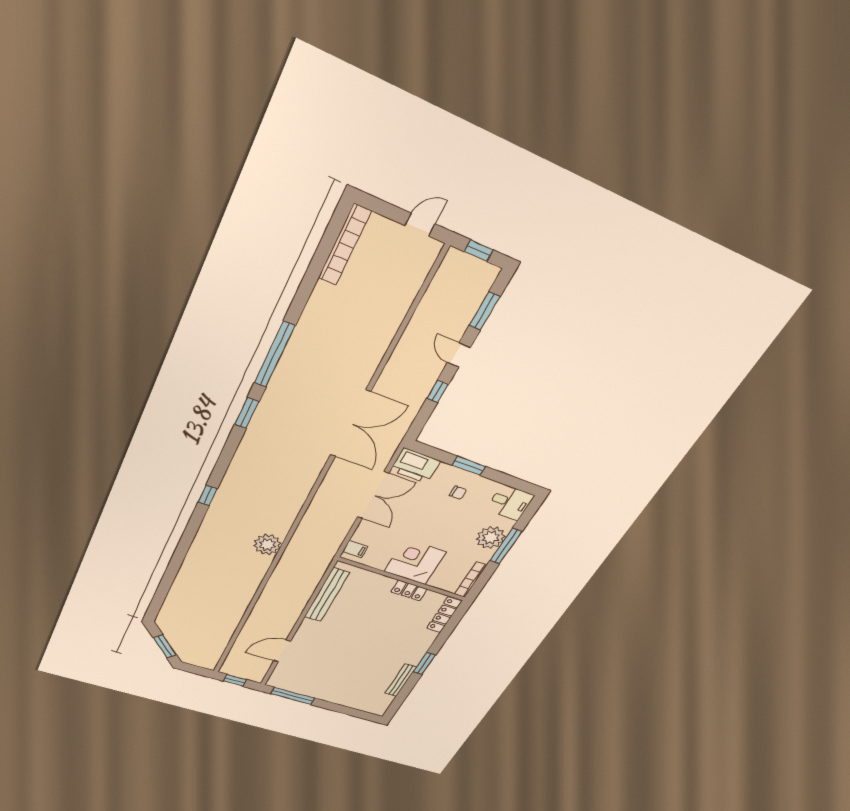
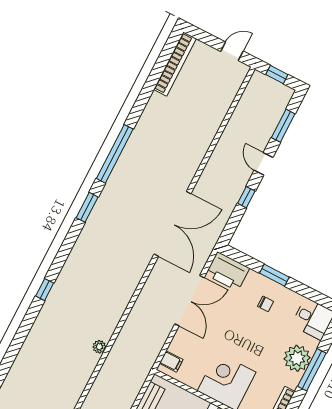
plant: (267, 545) -> (99, 347), width x0.53, depth x0.53

